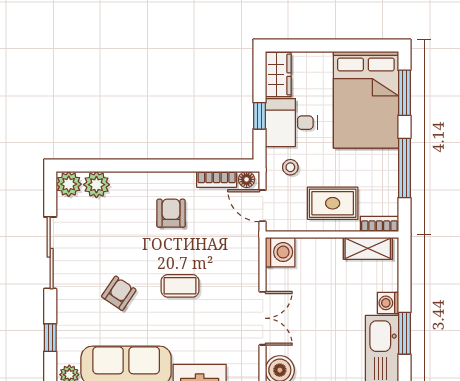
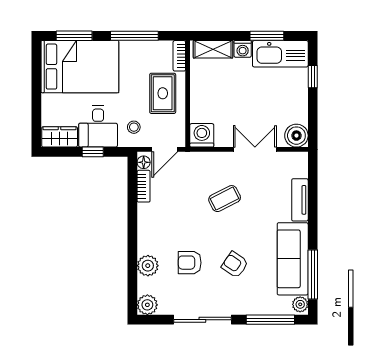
plant: (96, 185) -> (148, 266), moved
armchair: (171, 213) -> (190, 263), moved
shelving: (368, 248) -> (213, 49), moved, turned 90
coffee table: (180, 286) -> (225, 199), moved, turned 63
window: (50, 338) -> (270, 320), width x2.17

